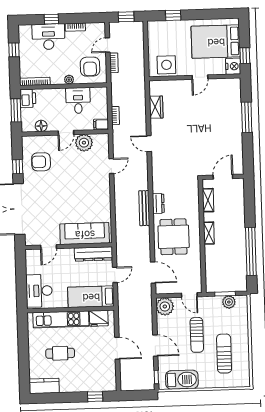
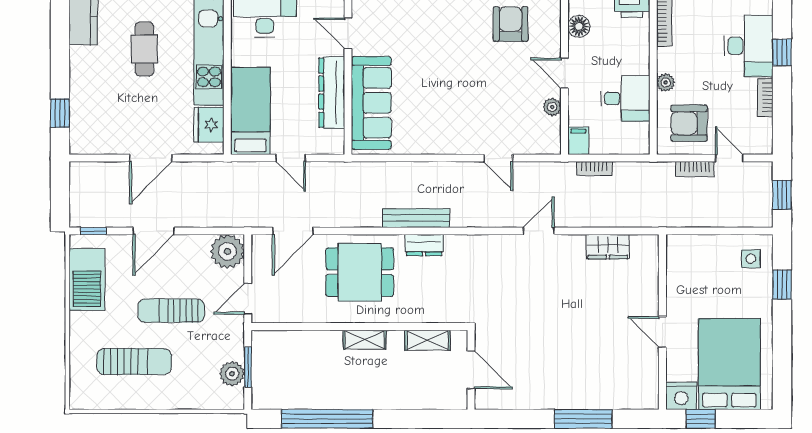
side table: (166, 65) -> (751, 259), moved, width x0.54, depth x0.54
plant: (84, 143) -> (552, 107), width x0.53, depth x0.53
dresser: (93, 254) -> (332, 93), moved

